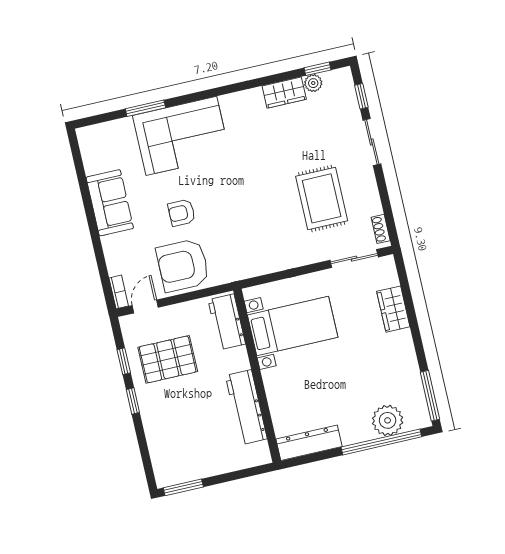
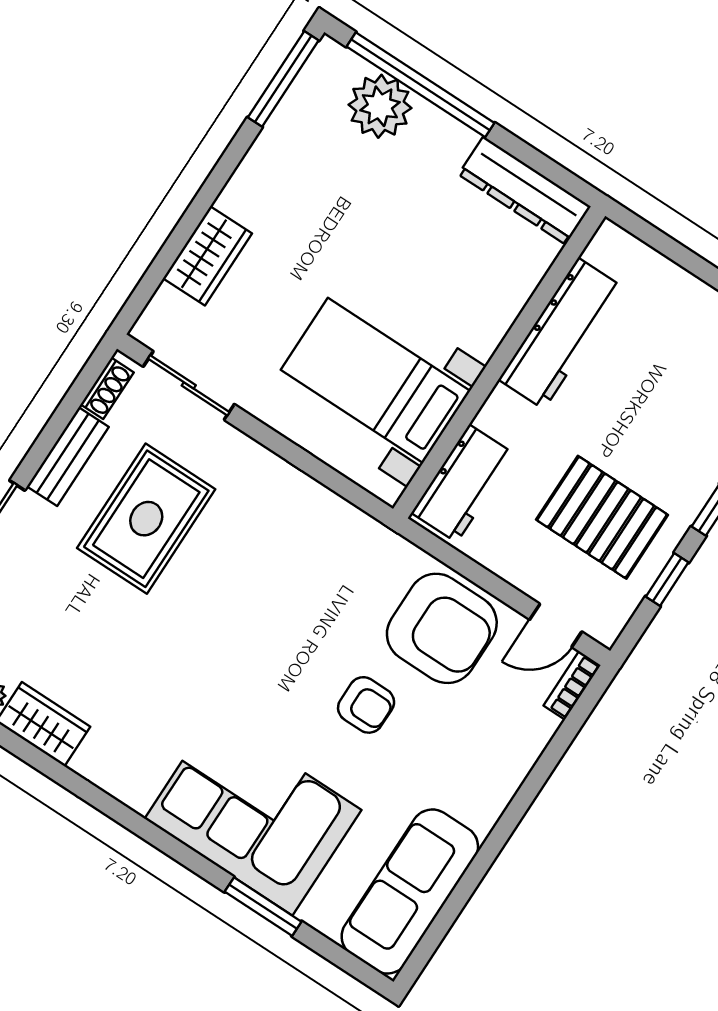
bench: (370, 192) -> (68, 457), added
sofa: (110, 203) -> (410, 891), moved, width x1.36

